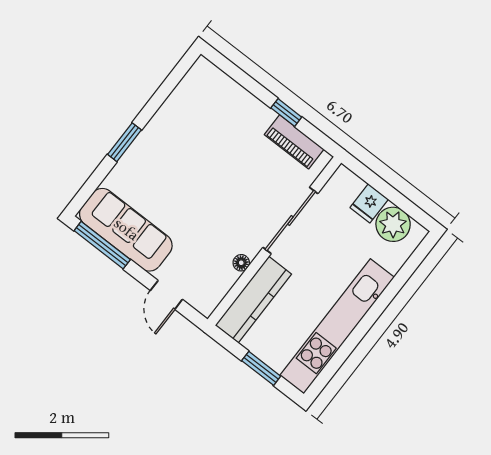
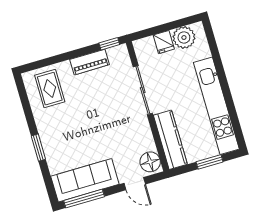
rug: (208, 103) -> (50, 89), added
window: (286, 112) -> (109, 44), moved
piano: (294, 142) -> (90, 62), moved
floor lamp: (241, 263) -> (150, 162), moved, width x1.89, depth x1.89

